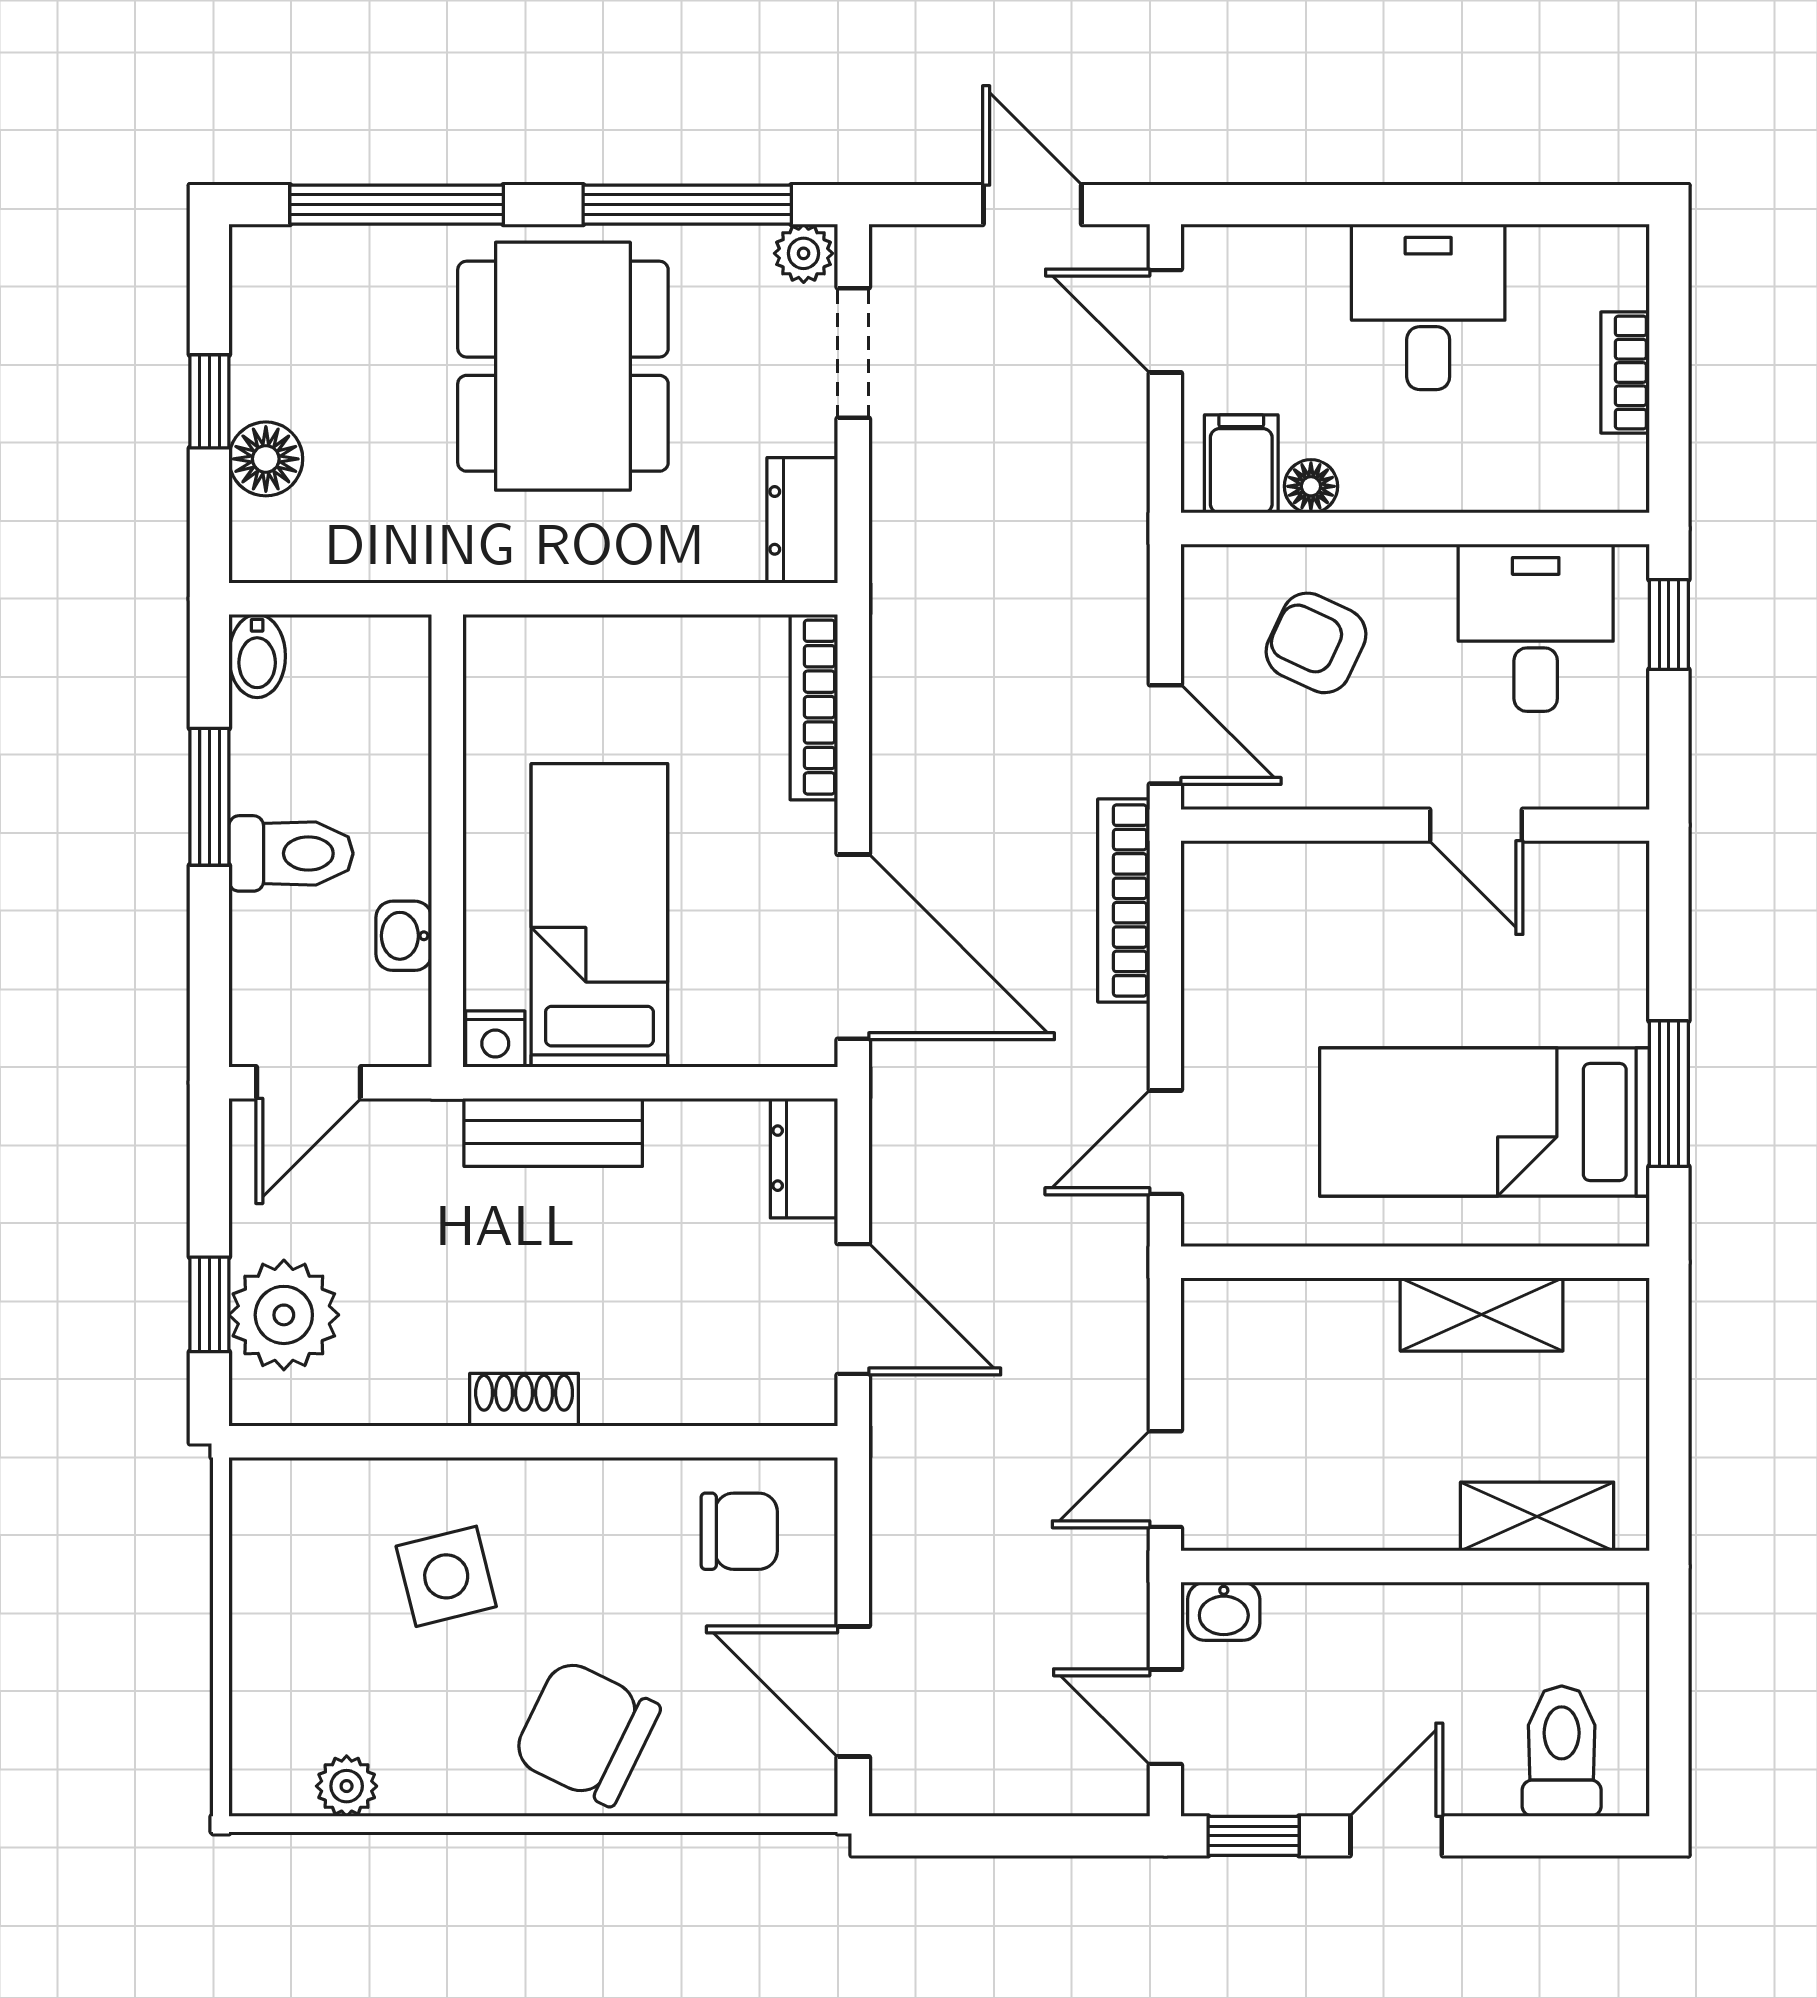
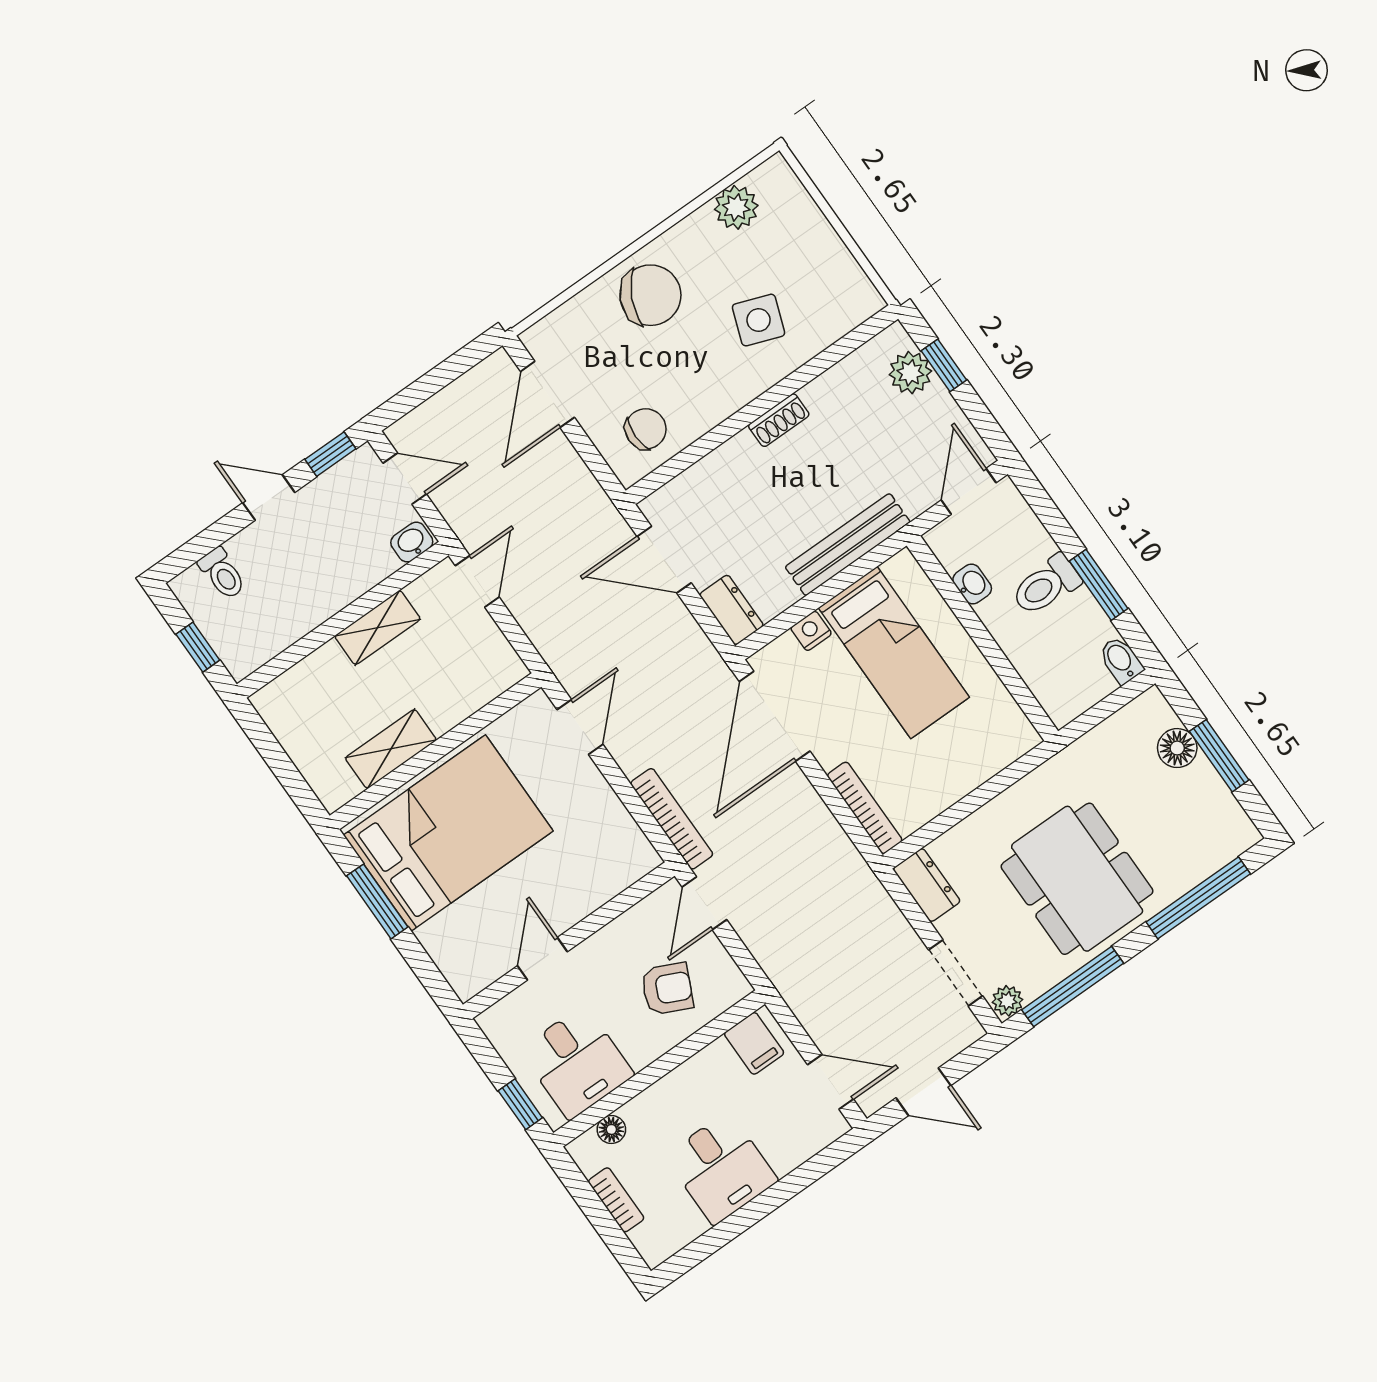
window: (209, 401) -> (1219, 756), width x1.50
floor lamp: (1311, 486) -> (611, 1129), moved
door: (1165, 734) -> (704, 903), hinge flipped
door: (1476, 825) -> (542, 959), hinge flipped
door: (853, 947) -> (775, 716), hinge flipped
nightstand: (495, 1039) -> (811, 631), moved
bed: (1484, 1122) -> (448, 833), width x1.50
bench: (553, 1132) -> (848, 545), width x1.36
plant: (284, 1315) -> (910, 373), width x0.73, depth x0.73
shelving: (1537, 1516) -> (378, 628), moved
chair: (739, 1531) -> (646, 429), turned 180
side table: (446, 1576) -> (759, 320), turned 34
window: (1669, 1682) -> (198, 647), added
door: (853, 1692) -> (547, 394), swing flipped
toilet: (1562, 1751) -> (222, 573), width x0.73, depth x0.72
plant: (347, 1786) -> (736, 207), width x1.38, depth x1.38
door: (1396, 1836) -> (269, 498), swing flipped

